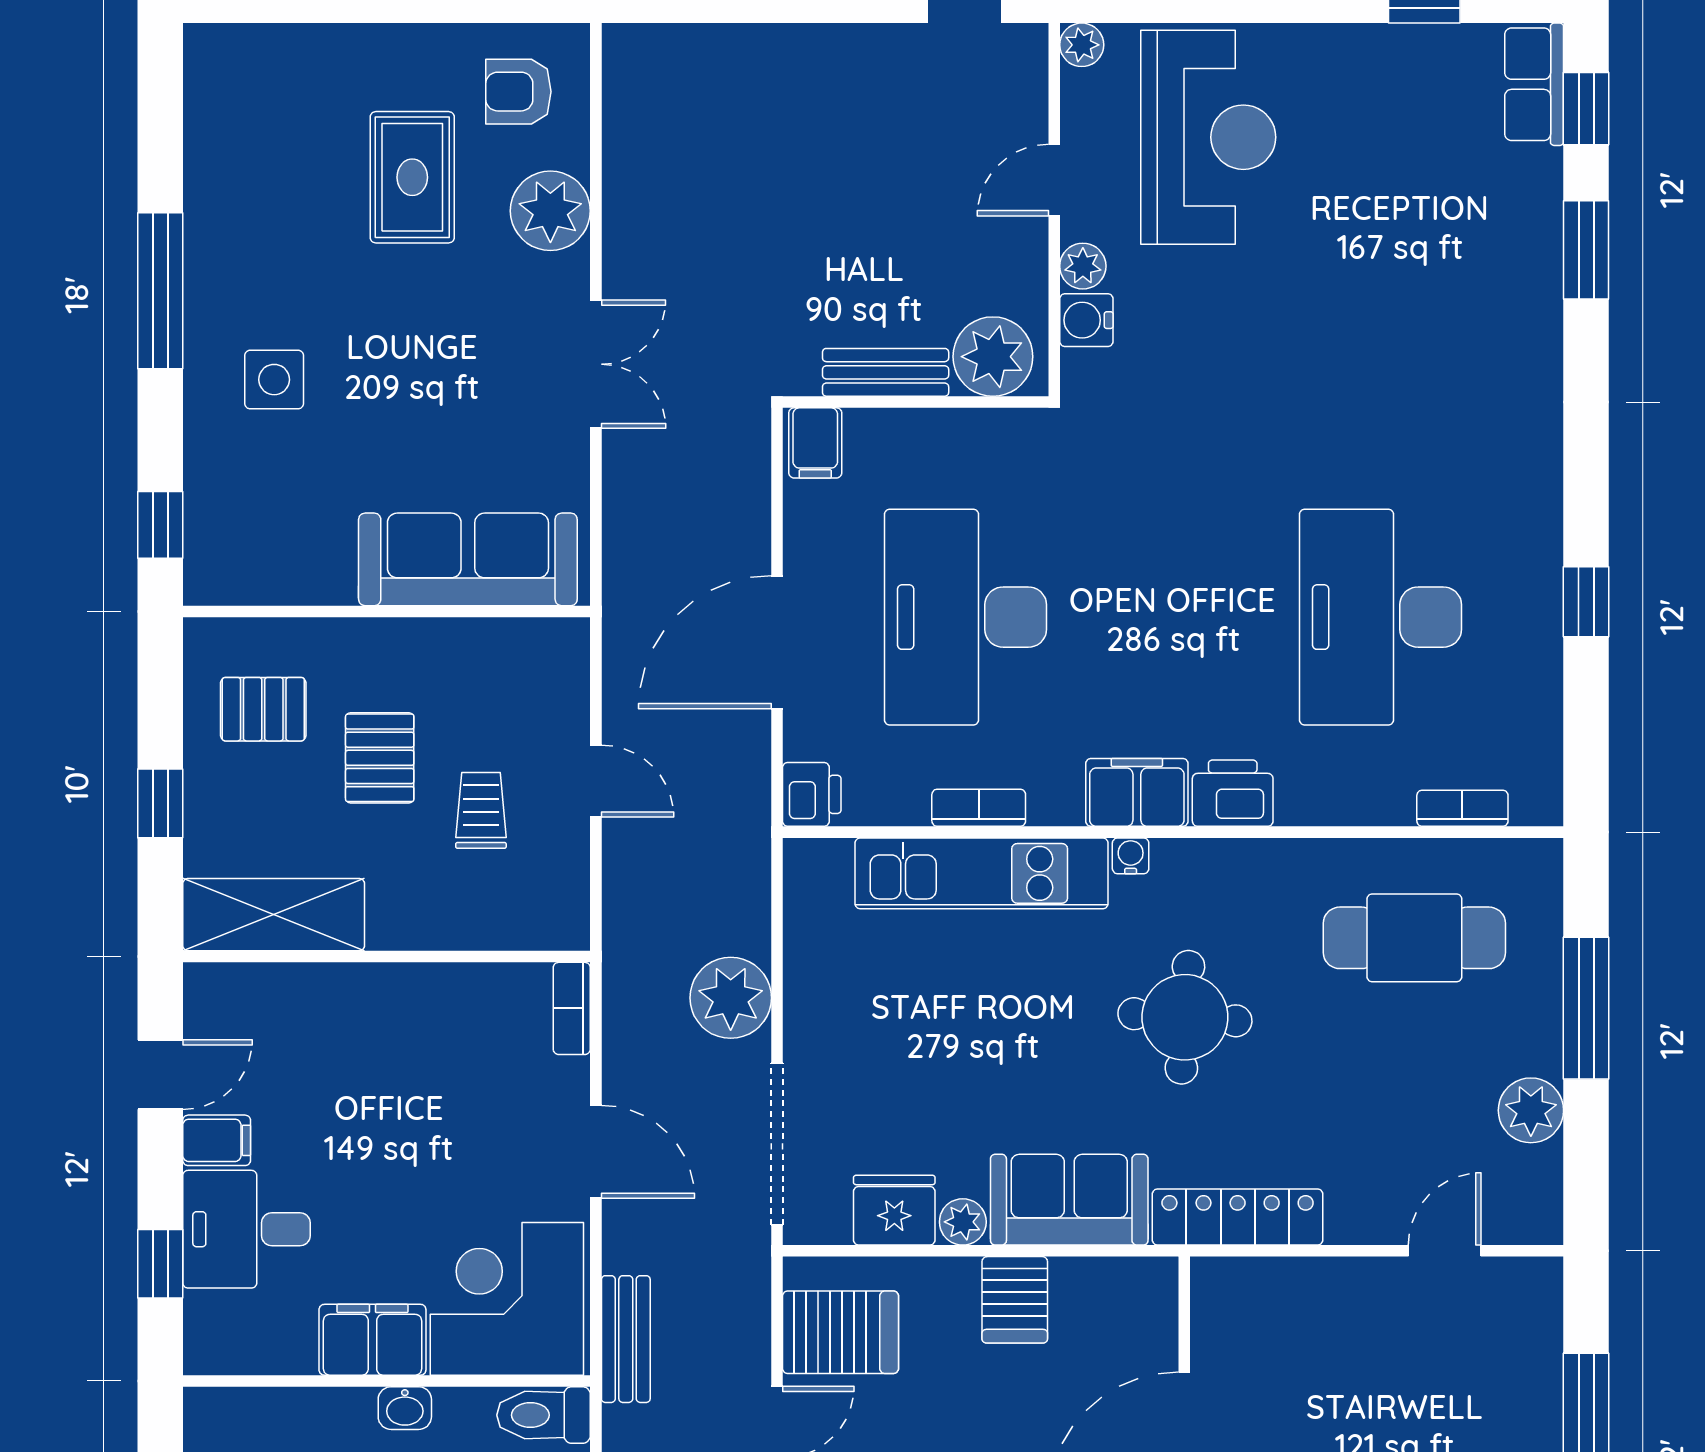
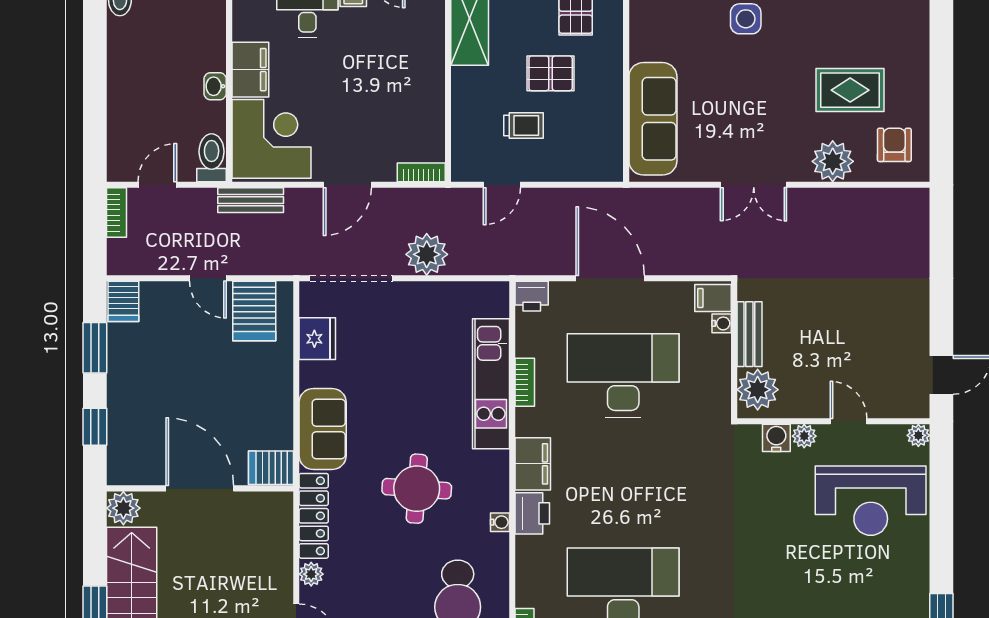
water cooler: (865, 426) -> (722, 323), added
door: (596, 781) -> (502, 185), moved
water cooler: (1131, 856) -> (500, 522), moved
plant: (963, 1222) -> (311, 574), moved
server rack: (1015, 1300) -> (271, 468), moved

